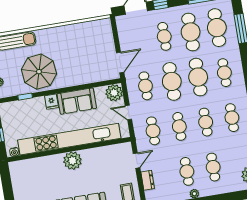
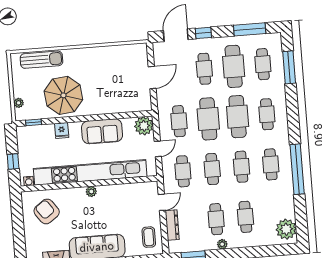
cafe table: (217, 28) -> (263, 64), width x0.73, depth x0.74
door: (120, 63) -> (152, 77), moved
window: (25, 97) -> (34, 122), moved
fridge: (51, 102) -> (62, 131), moved
door: (128, 113) -> (158, 149), swing flipped
plant: (72, 161) -> (91, 192), width x0.53, depth x0.53
armchair: (33, 178) -> (47, 211), added
dresser: (148, 180) -> (172, 225), width x1.44

